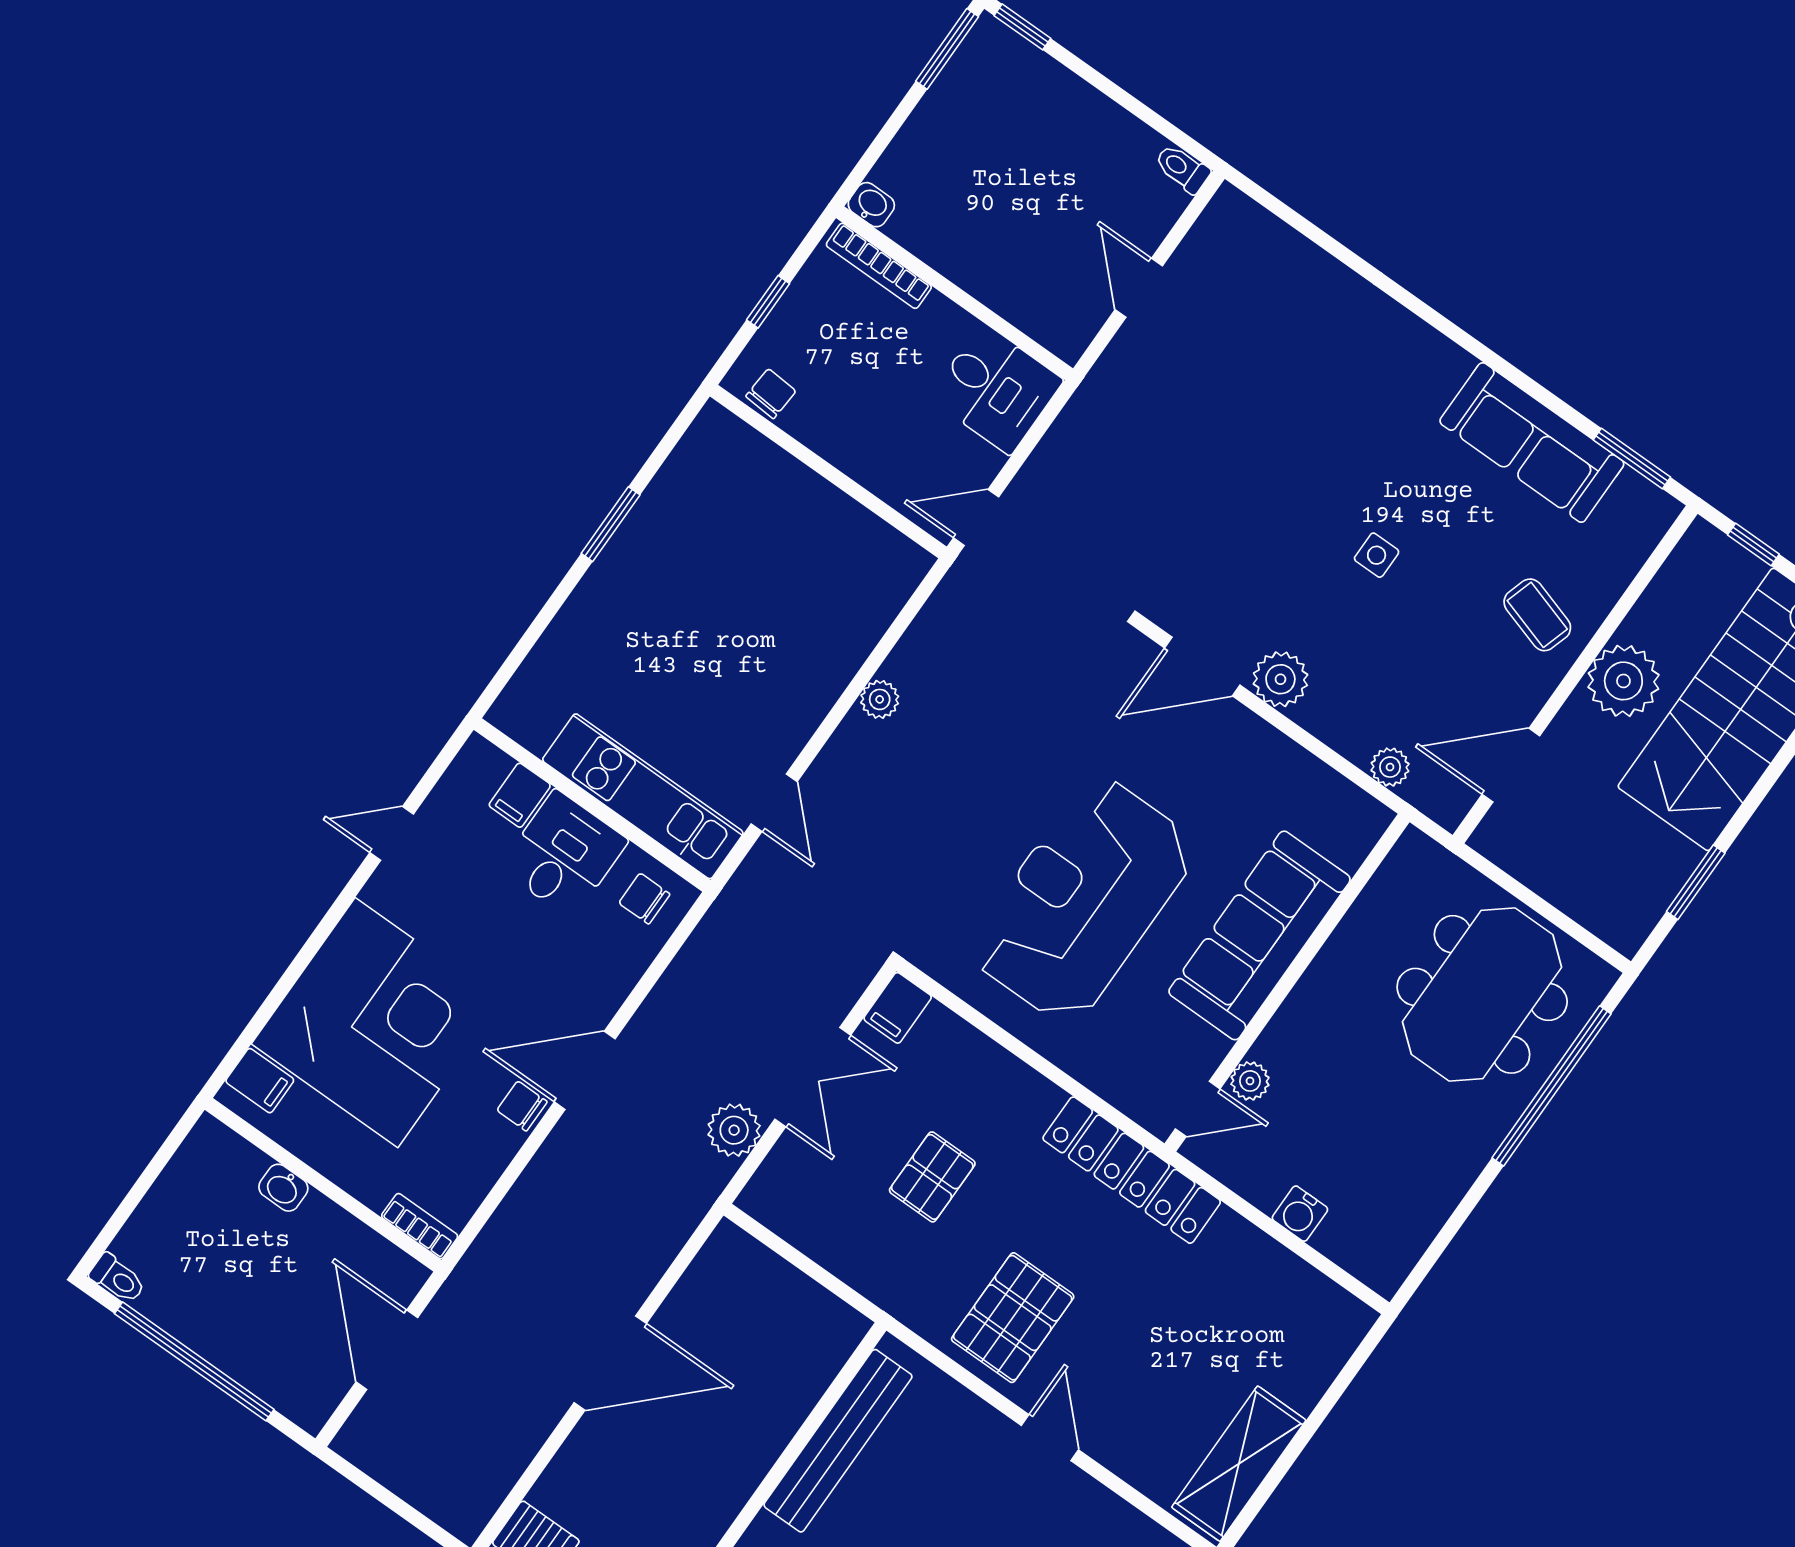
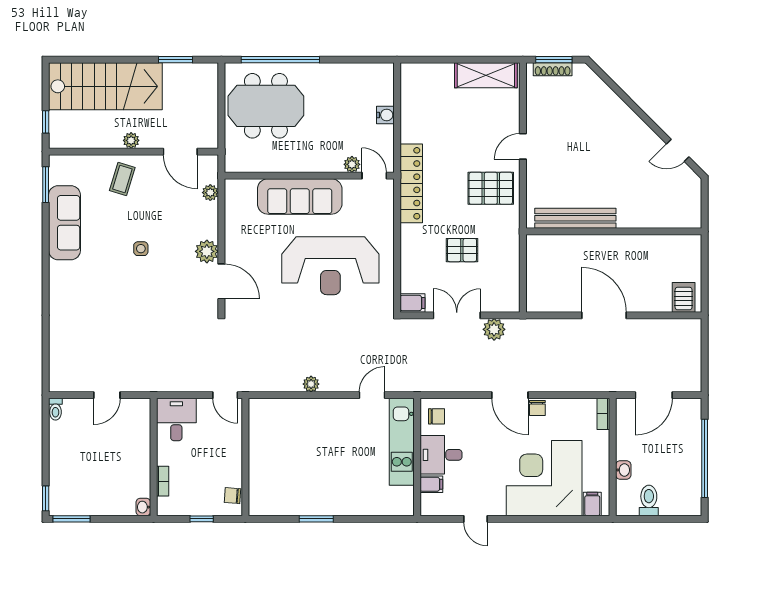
bookcase: (879, 266) -> (163, 481), width x0.64
plant: (1623, 681) -> (131, 140), width x0.53, depth x0.53
chair: (644, 899) -> (436, 416), turned -90
toilet: (118, 1279) -> (649, 500), moved, width x1.37, depth x1.39

